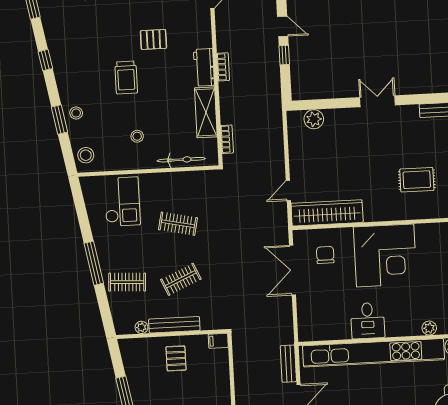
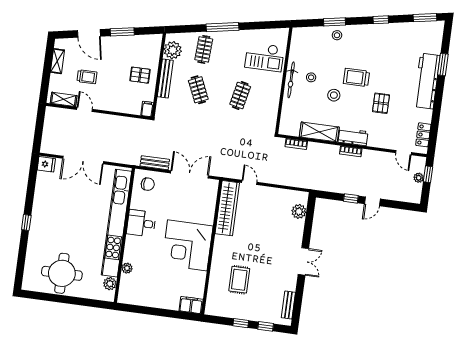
stool: (86, 155) -> (334, 95), moved
bicycle: (181, 160) -> (291, 80), moved
chair: (325, 255) -> (148, 184), moved
plant: (142, 327) -> (173, 50), width x1.88, depth x1.88
bench: (288, 364) -> (155, 163), moved

